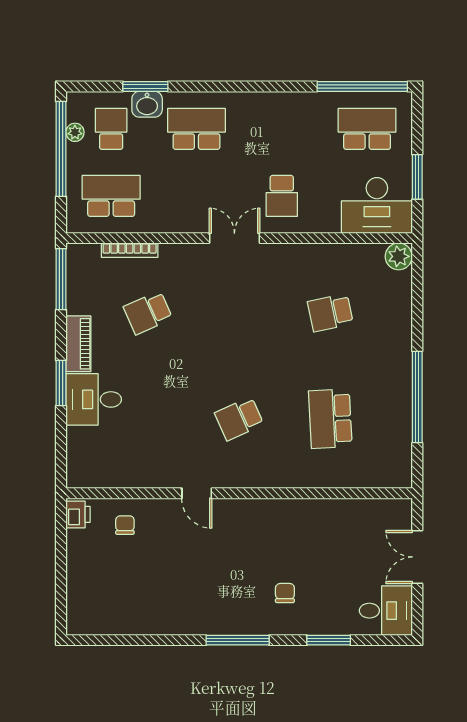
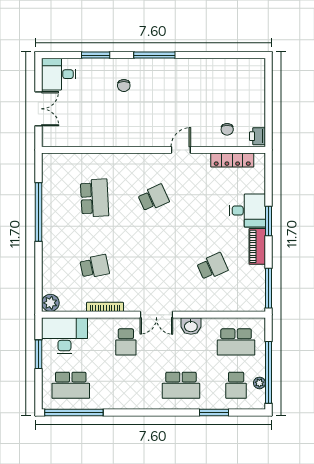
washbasin: (147, 104) -> (191, 326), moved, turned 180
school desk: (282, 196) -> (126, 342), turned 180
bookcase: (130, 250) -> (105, 307), moved
locker: (117, 478) -> (232, 160), added
door: (197, 493) -> (181, 150), hinge flipped

